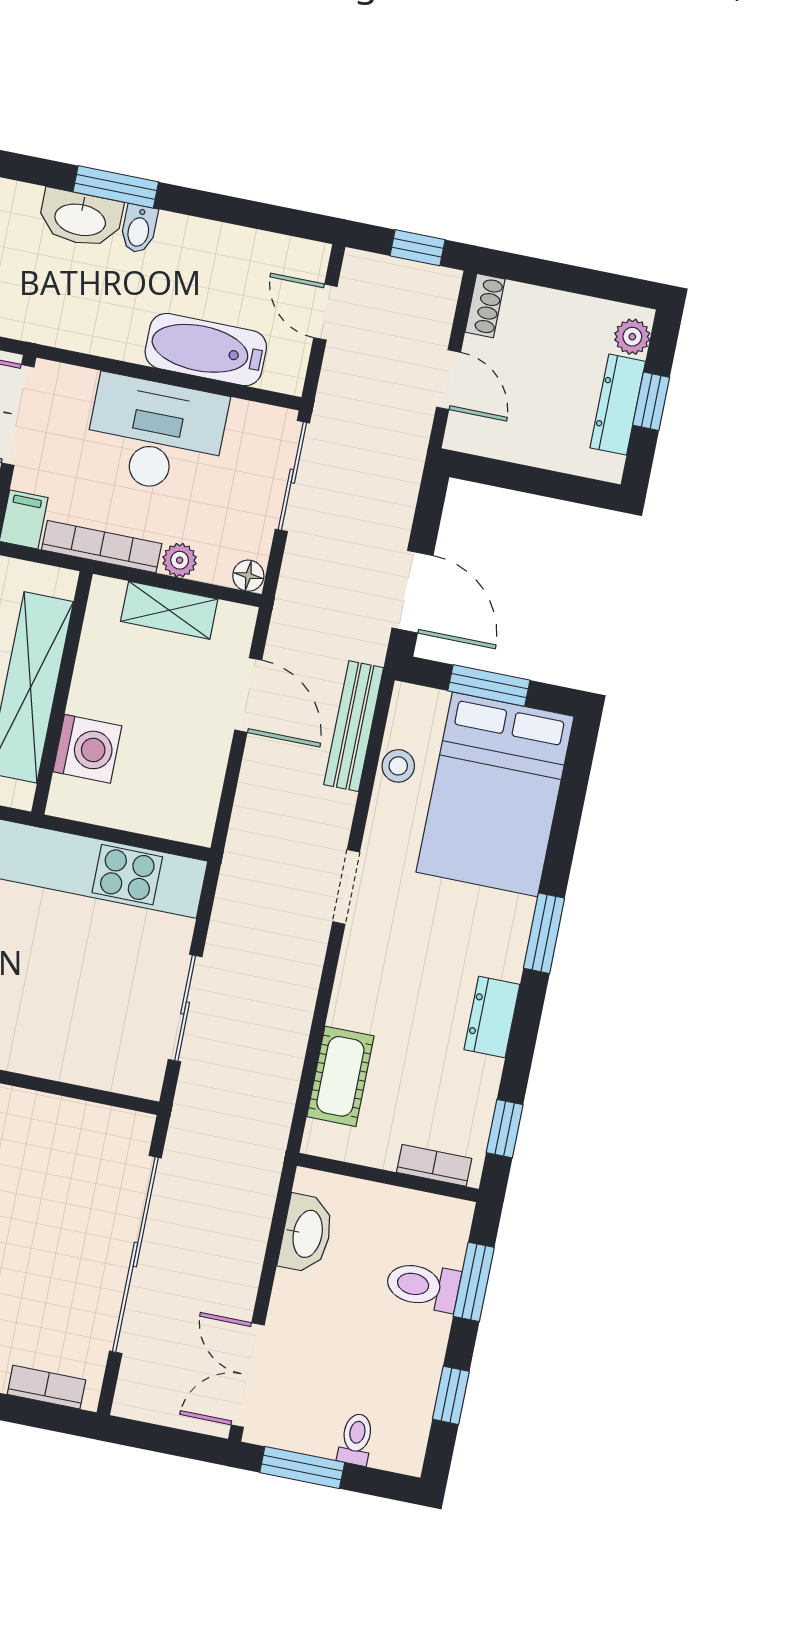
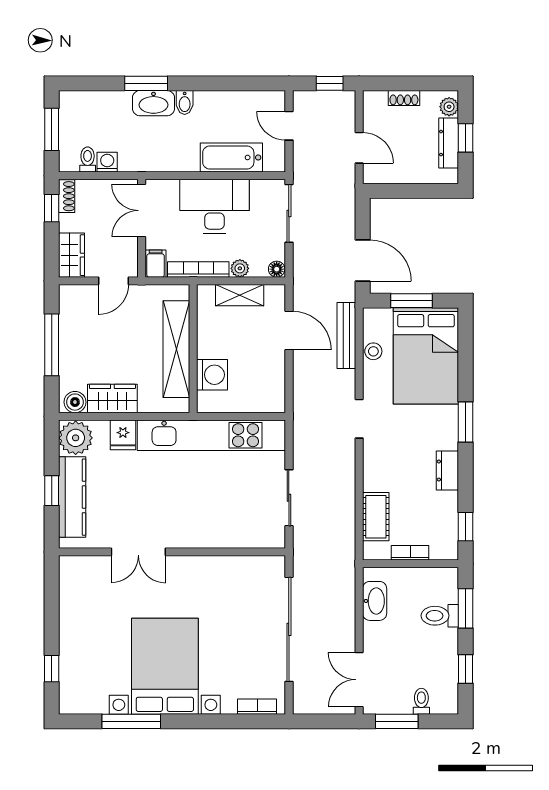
window: (116, 187) -> (146, 83), moved
shoe rack: (485, 306) -> (404, 98), moved, turned 90
bookcase: (434, 1165) -> (410, 553), moved

